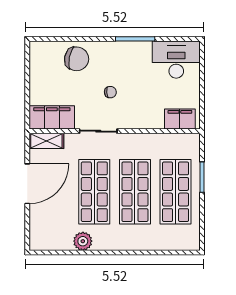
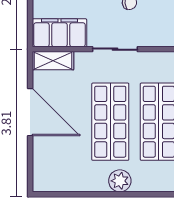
door: (27, 184) -> (30, 112), hinge flipped
plant: (83, 241) -> (120, 181), moved

